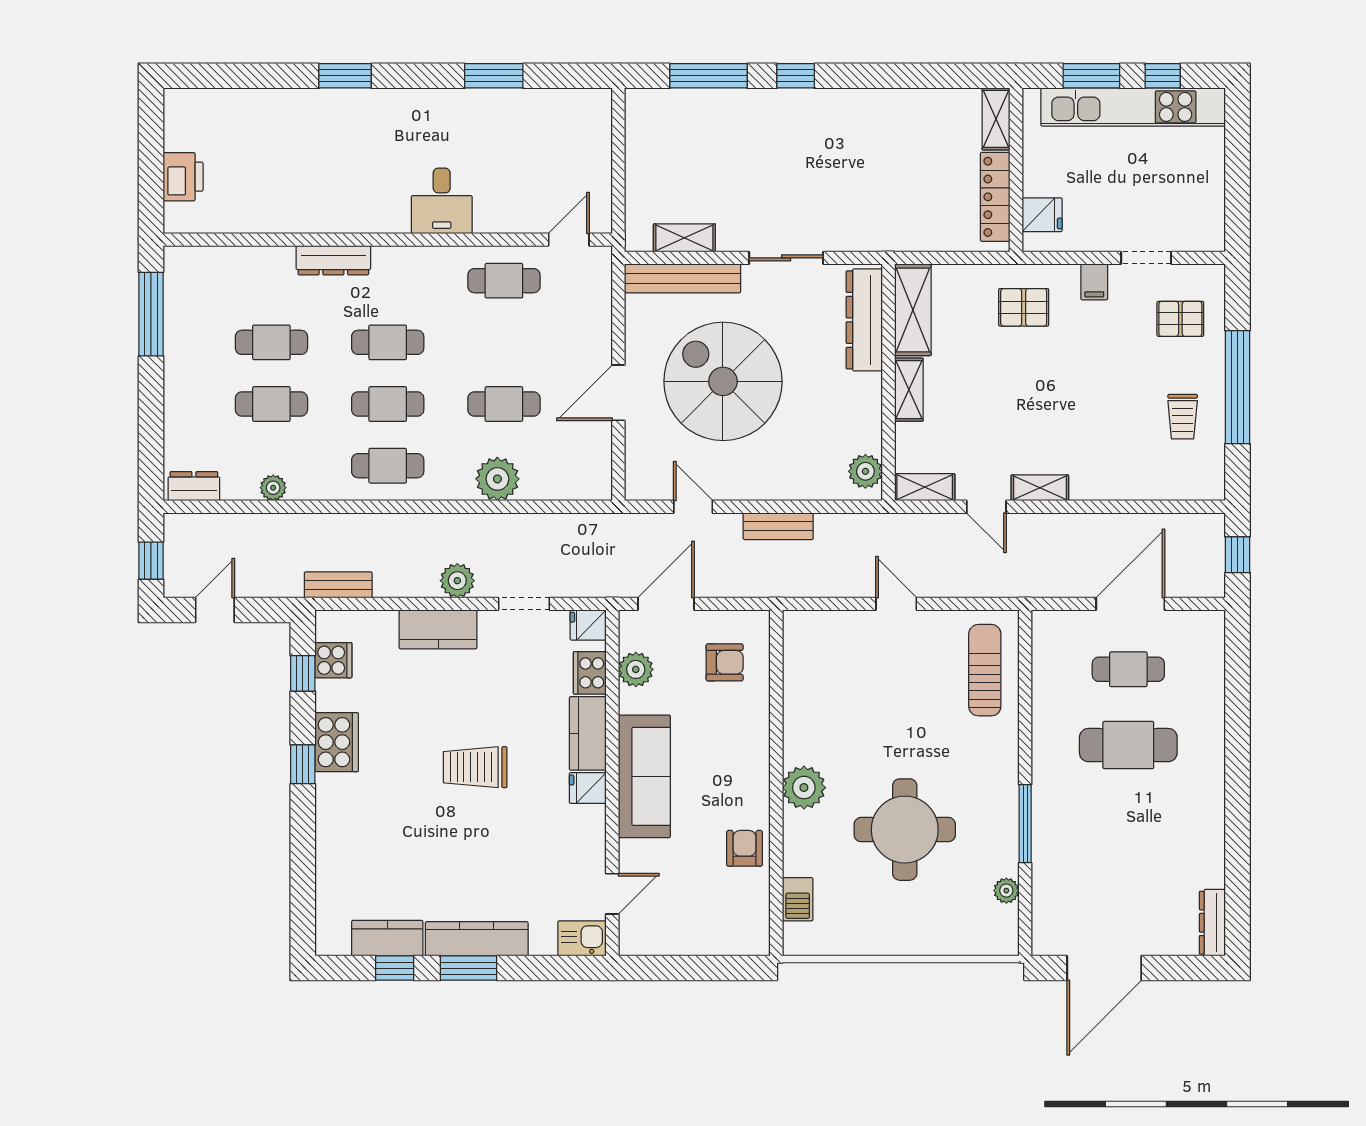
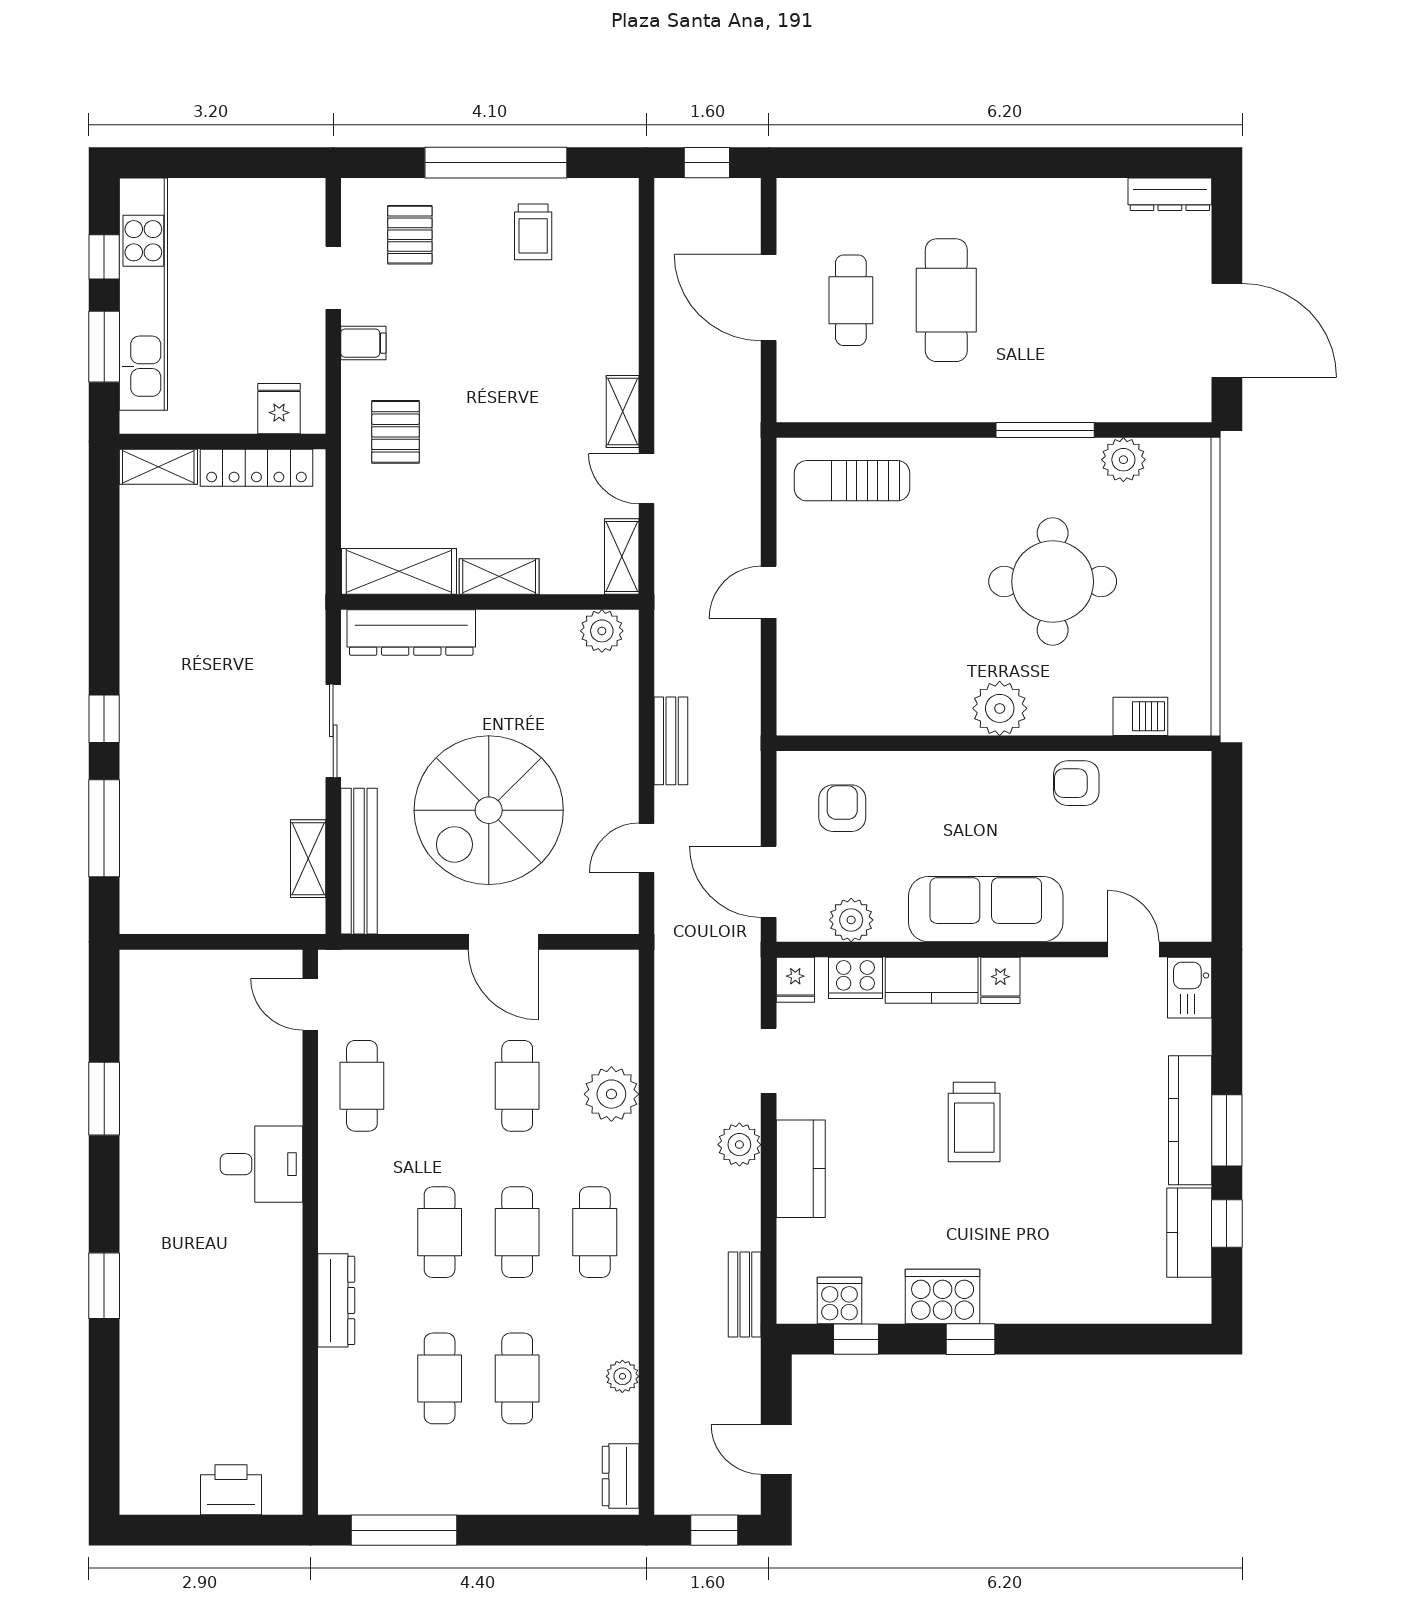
trolley: (1183, 417) -> (533, 232), turned 90
door: (986, 507) -> (646, 479), swing flipped
plant: (1006, 891) -> (1123, 460), width x1.38, depth x1.38

